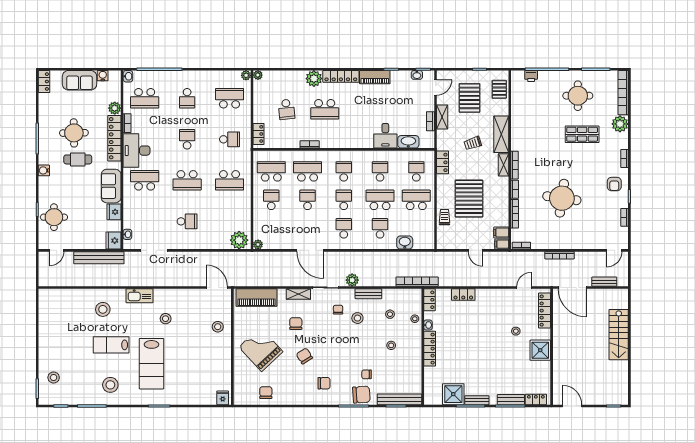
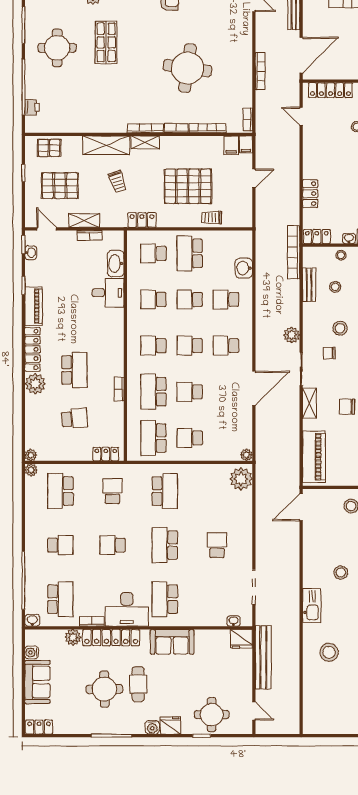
school desk: (187, 180) -> (165, 545), turned 180
school desk: (380, 200) -> (190, 300), width x0.54
fridge: (114, 212) -> (171, 725), moved, turned 180
bench: (368, 294) -> (309, 285), moved

